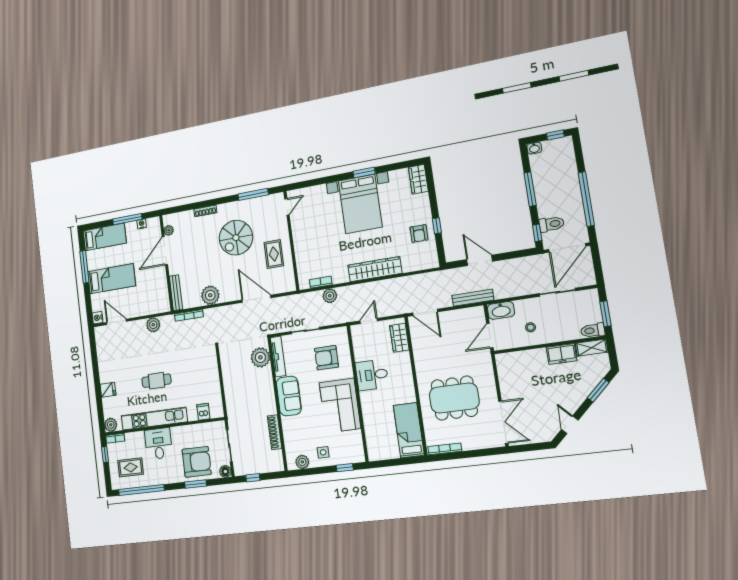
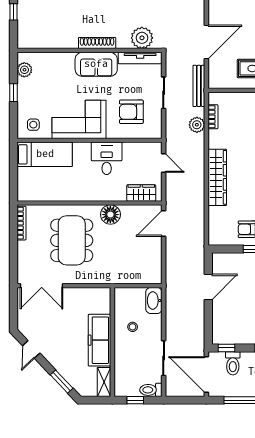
bench: (473, 298) -> (199, 86), moved
window: (606, 314) -> (135, 400), width x0.67
toilet: (593, 330) -> (151, 390), moved, turned -90
door: (490, 336) -> (130, 286), removed
freezer: (562, 354) -> (99, 340), width x1.91, depth x1.26
armchair: (326, 358) -> (131, 112), turned -90
floor lamp: (424, 364) -> (110, 215), added
door: (570, 425) -> (31, 349), swing flipped
bed: (409, 430) -> (45, 154), moved
shoe rack: (275, 432) -> (97, 43), moved
side table: (323, 452) -> (33, 125), moved
window: (345, 468) -> (14, 93), moved

